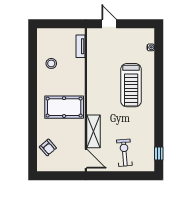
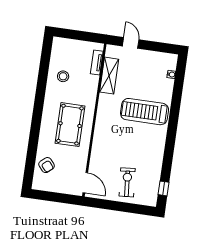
treadmill: (131, 85) -> (145, 112), turned 90
pool table: (64, 107) -> (70, 125), turned 90
shelving: (94, 131) -> (109, 76), moved

